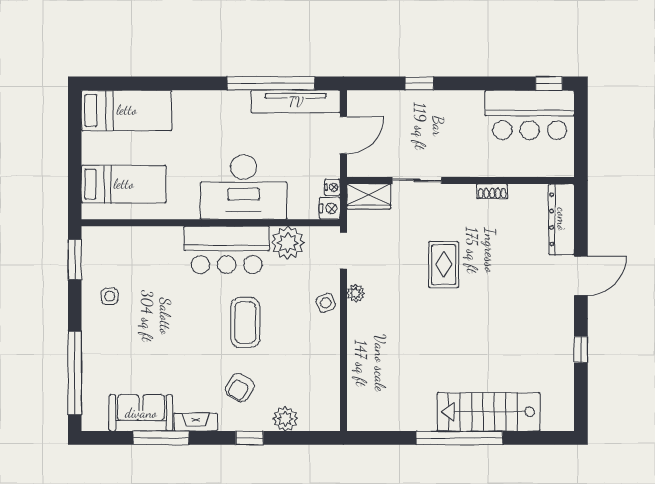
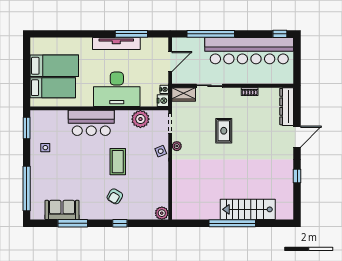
window: (271, 83) -> (131, 34), width x0.68
window: (419, 83) -> (211, 34), width x3.17
tv unit: (296, 102) -> (116, 44), moved
bed: (127, 110) -> (54, 66), moved
bar counter: (530, 115) -> (249, 51), width x1.86
bar counter: (227, 250) -> (91, 123), moved
plant: (285, 419) -> (162, 213), moved
fireplace: (196, 422) -> (91, 215), removed

